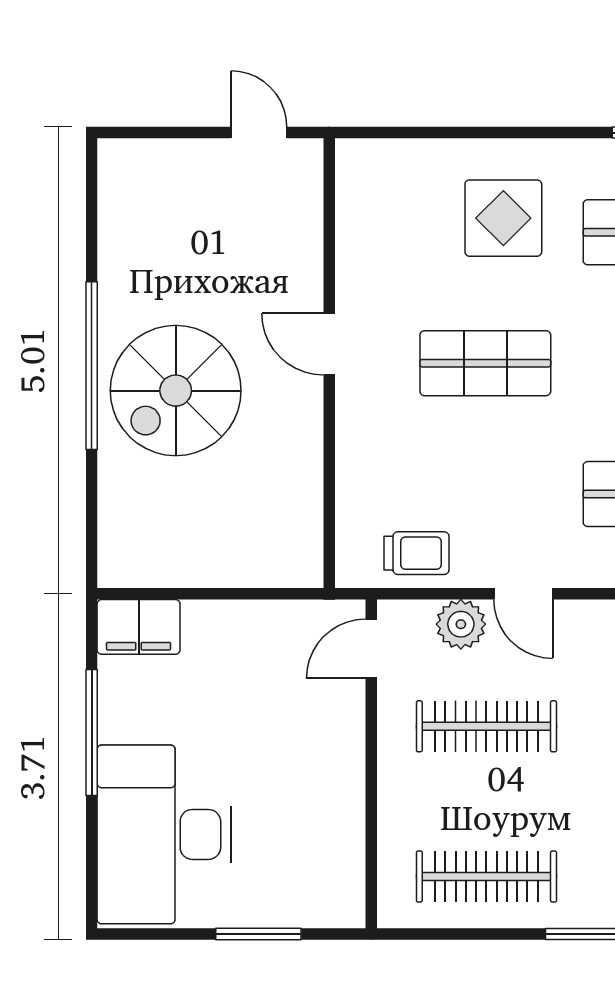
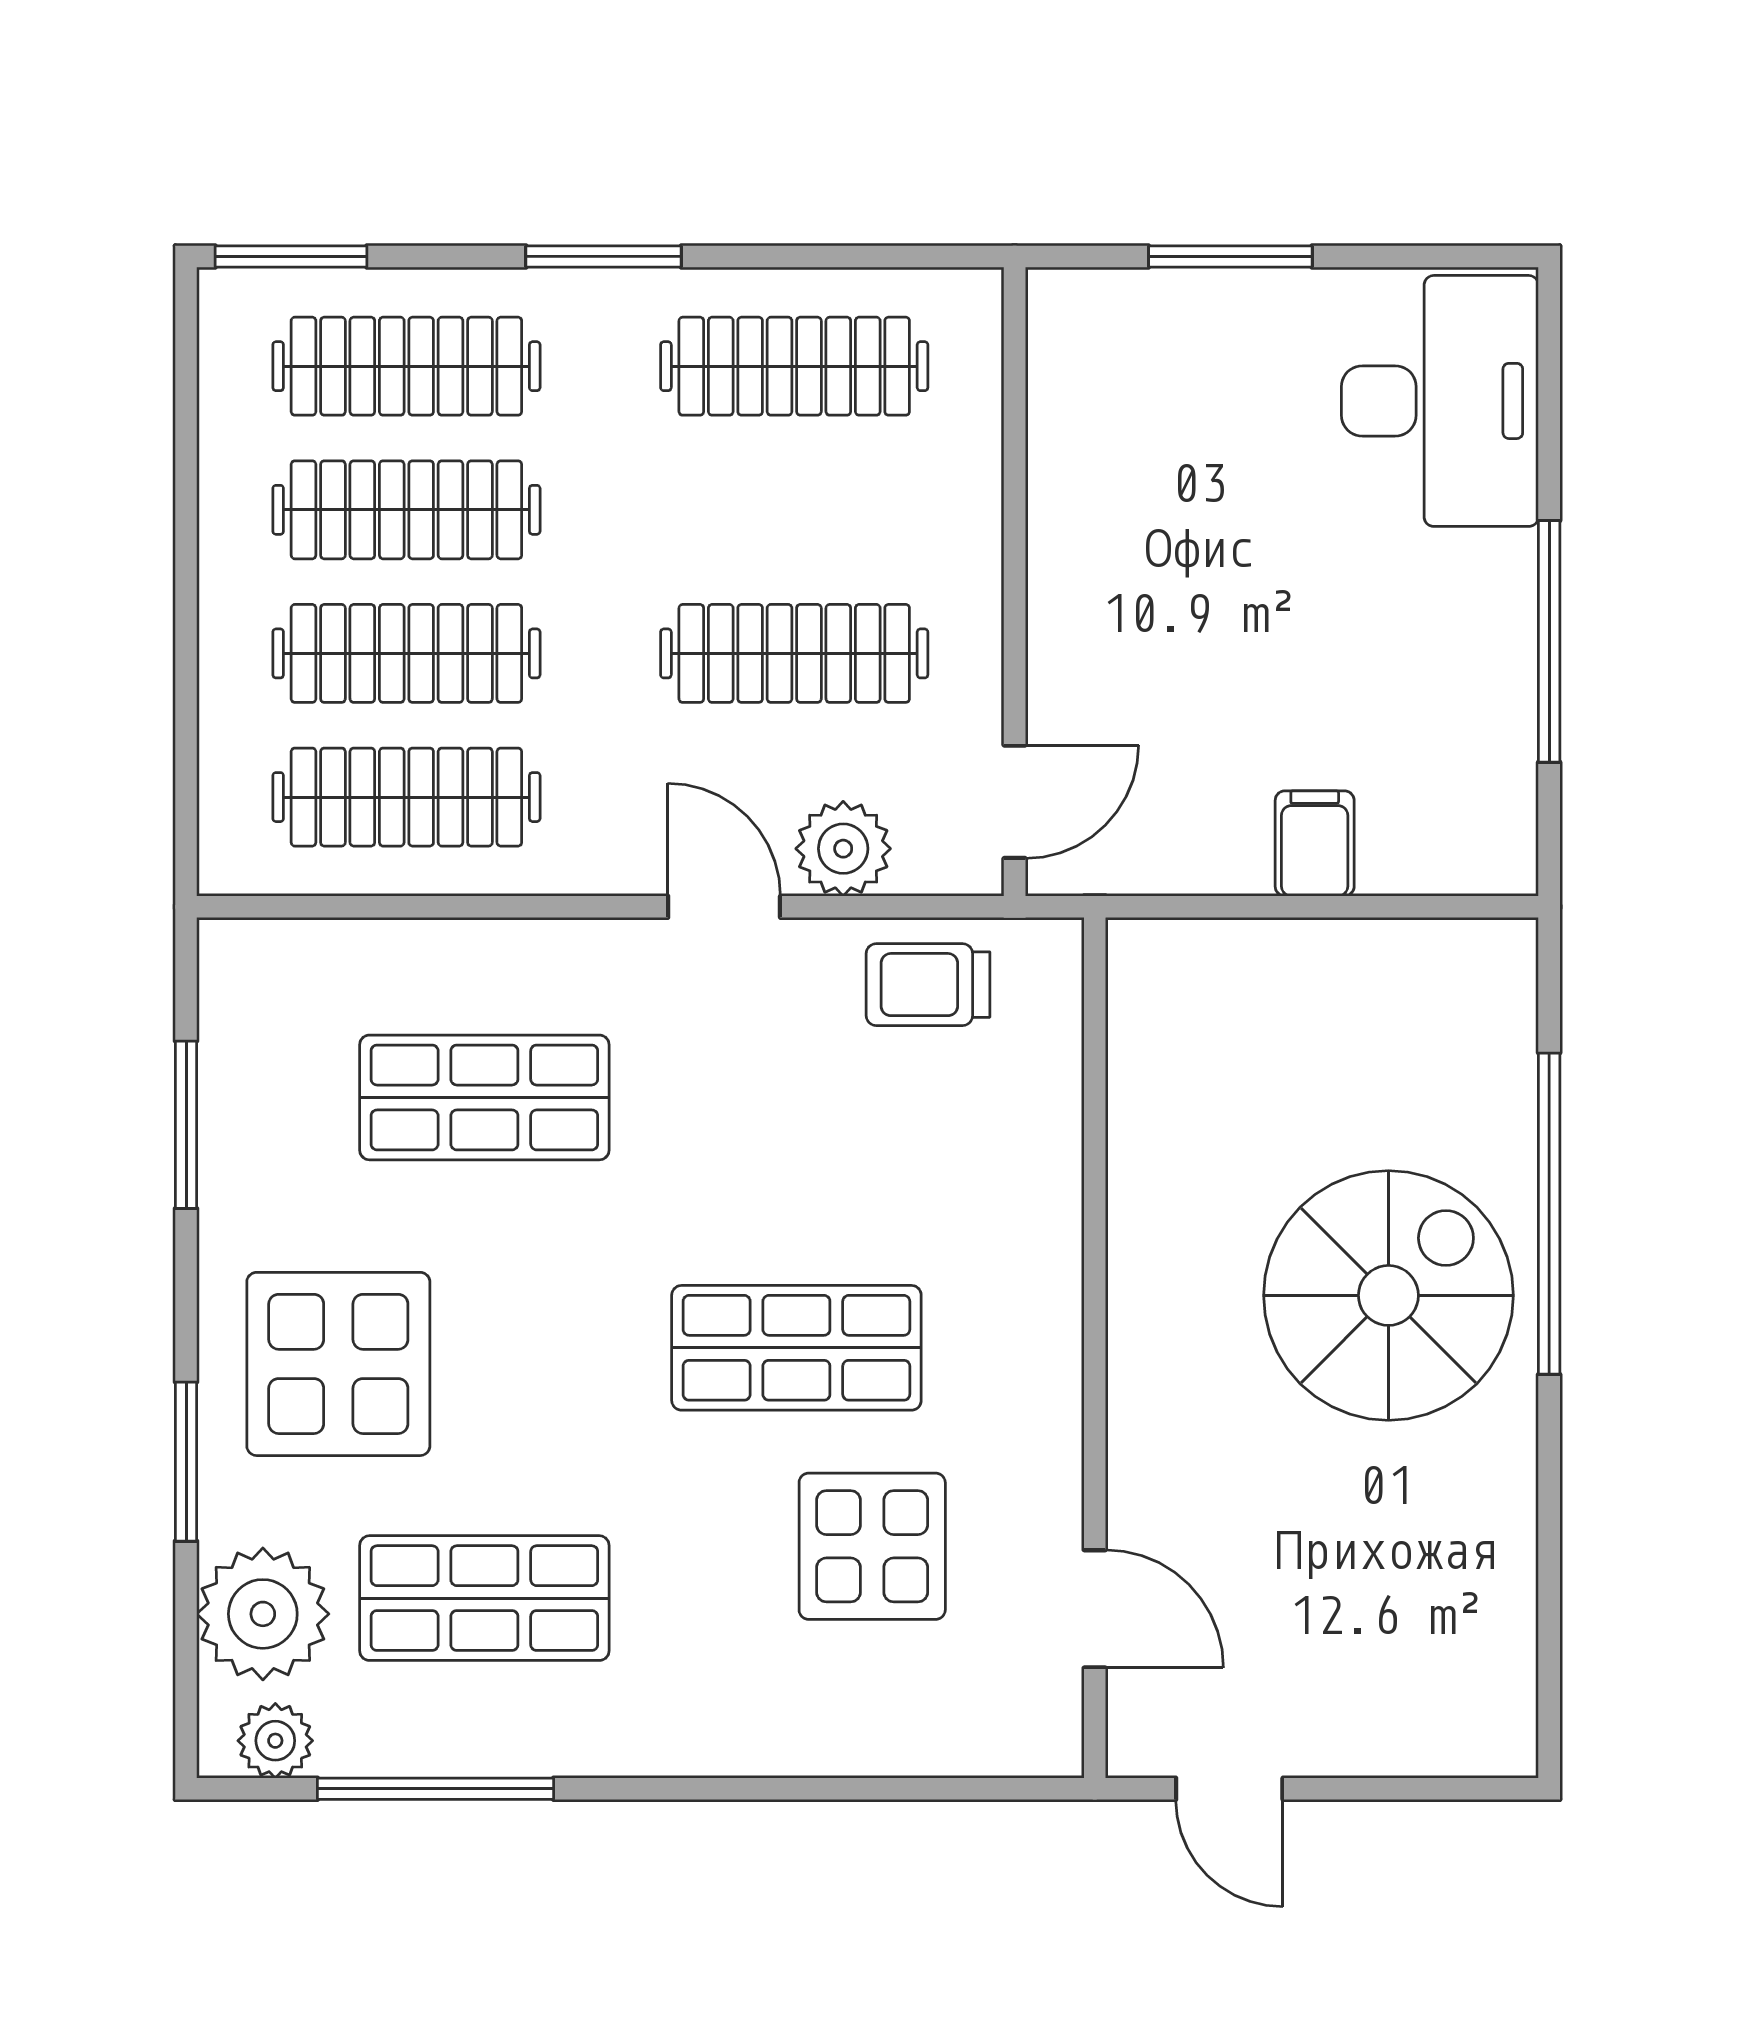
display table: (503, 218) -> (872, 1546), moved
door: (329, 344) -> (1095, 1609), moved
window: (92, 366) -> (1549, 1214), moved
filing cabinet: (139, 627) -> (1315, 843), moved, width x0.50
desk: (164, 834) -> (1440, 401), width x0.73, depth x0.77

